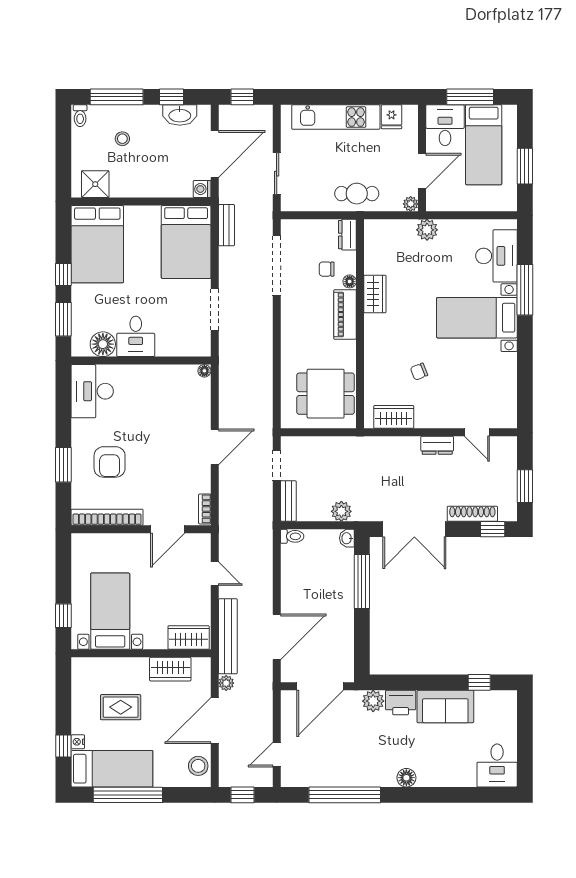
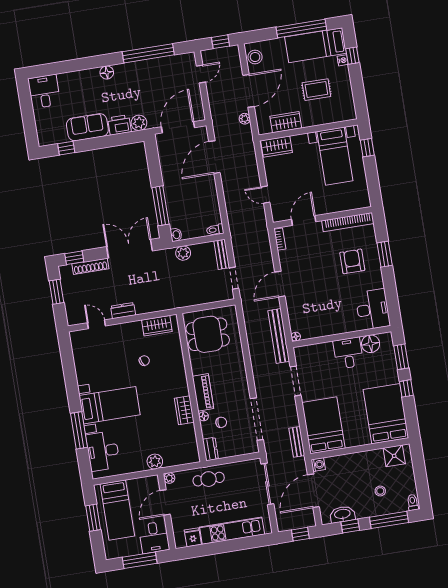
bed: (484, 145) -> (117, 510), moved, turned 180
sliding door: (277, 174) -> (267, 484), width x1.37
bench: (228, 636) -> (279, 336), moved

